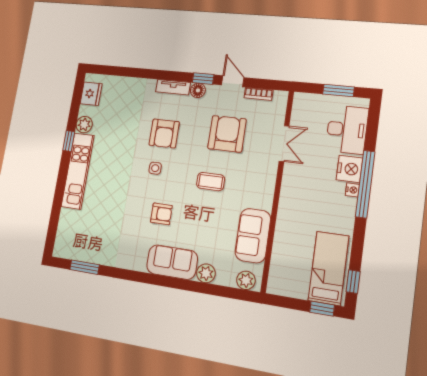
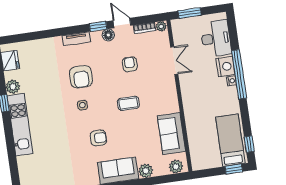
floor lamp: (198, 90) -> (108, 35), moved
window: (339, 91) -> (190, 13), moved
plant: (280, 97) -> (161, 26), added
armchair: (227, 134) -> (130, 64), width x0.53, depth x0.53

